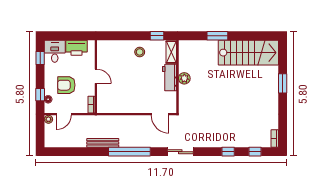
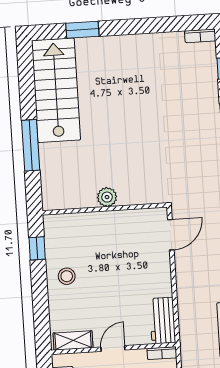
window: (217, 36) -> (31, 145), width x1.44
shelving: (171, 52) -> (73, 340), moved
workbench: (169, 78) -> (163, 321), moved, turned 90
window: (283, 83) -> (82, 30), moved

